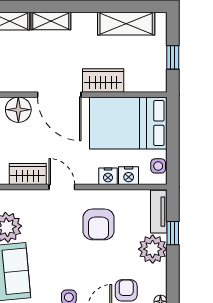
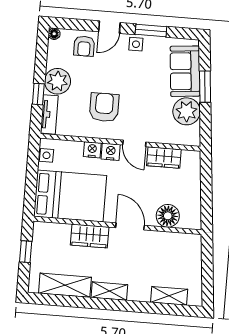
shelving: (51, 21) -> (109, 291), moved
door: (59, 95) -> (130, 226), width x0.73
nightstand: (129, 176) -> (111, 152), moved

